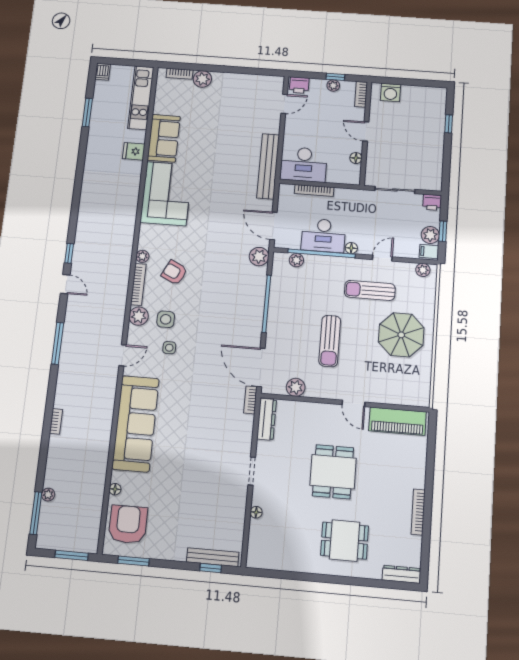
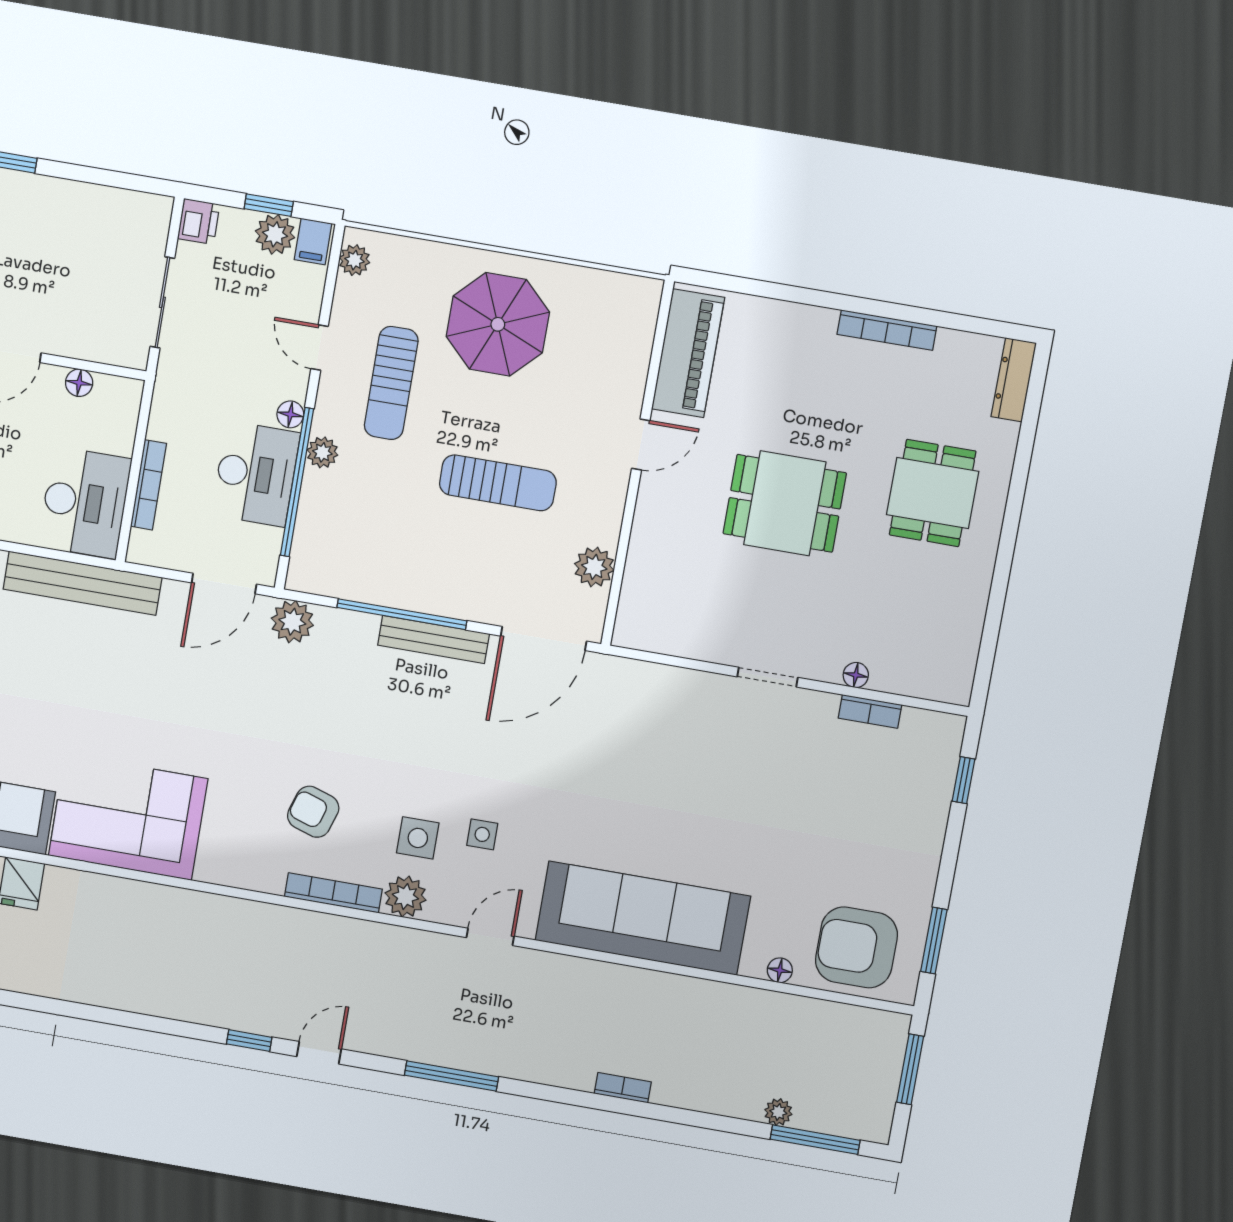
plant: (142, 256) -> (270, 880), removed
plant: (296, 260) -> (322, 452), moved
armchair: (174, 273) -> (313, 812), turned 82
door: (123, 355) -> (490, 937), hinge flipped
bookcase: (250, 400) -> (870, 711), moved
dresser: (267, 419) -> (659, 636), removed
bench: (213, 557) -> (434, 639), moved, turned 90

